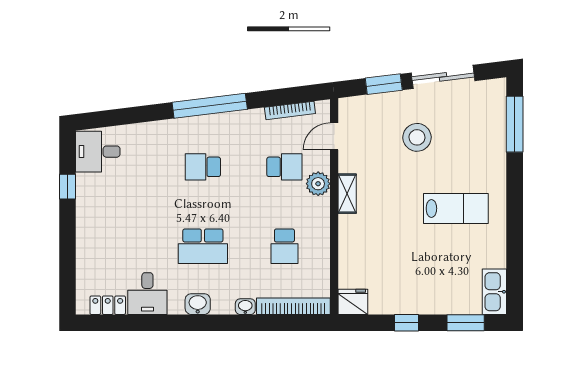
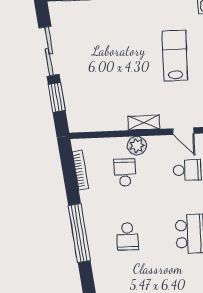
door: (334, 136) -> (183, 131), moved
stool: (417, 137) -> (97, 70), removed
lab bench: (456, 208) -> (175, 56), moved

